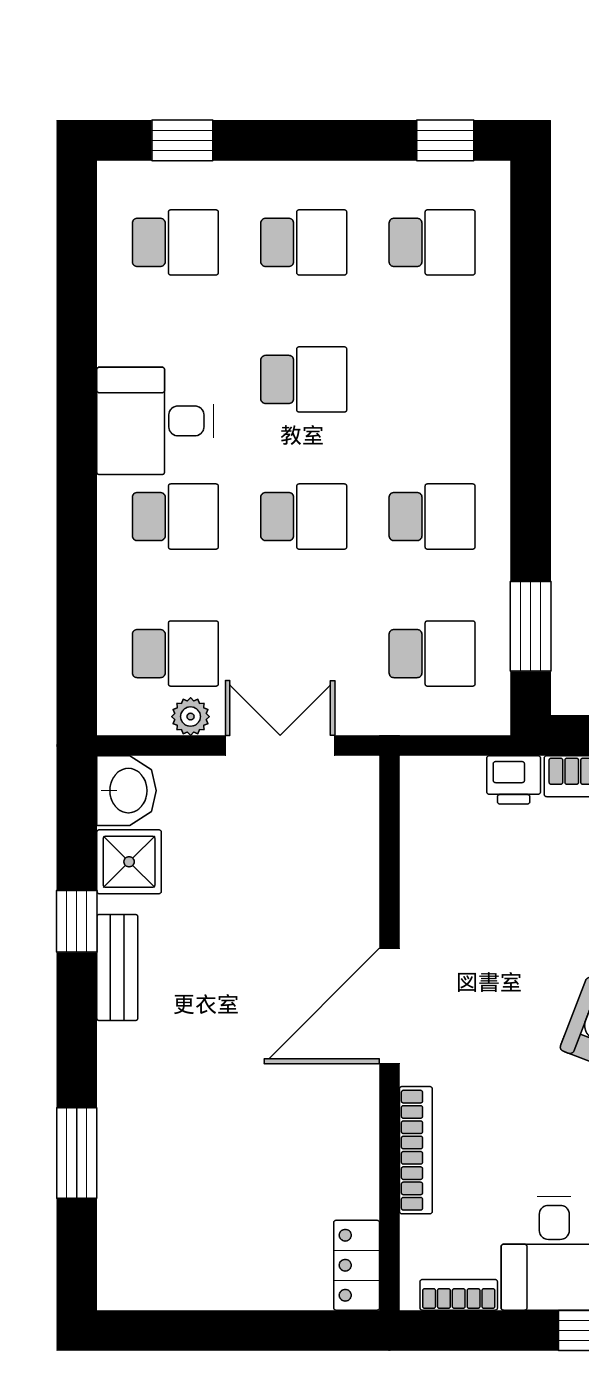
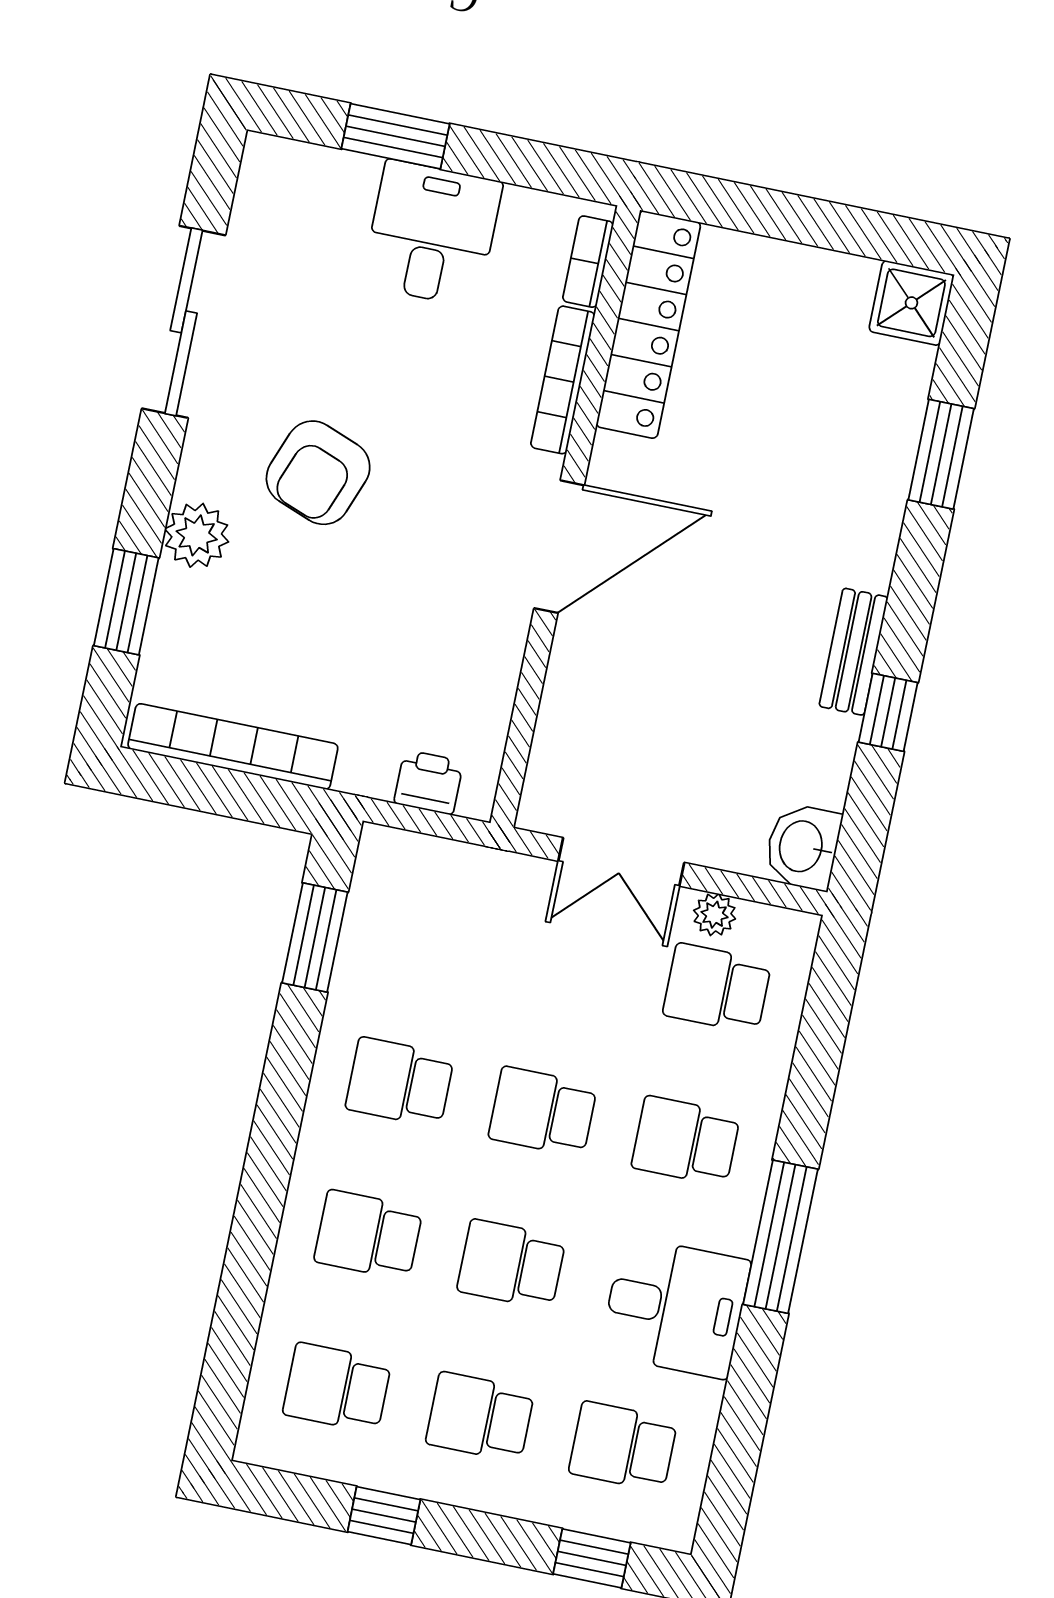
window: (445, 140) -> (384, 1516), moved
desk: (155, 421) -> (675, 1307), moved
window: (77, 451) -> (780, 1237), added
school desk: (432, 654) -> (368, 1235), moved
printer: (514, 780) -> (429, 782), moved
shower: (129, 862) -> (911, 303), moved
locker: (357, 1265) -> (648, 325), width x2.16, depth x1.21
bookcase: (459, 1295) -> (588, 262), moved, turned 90

